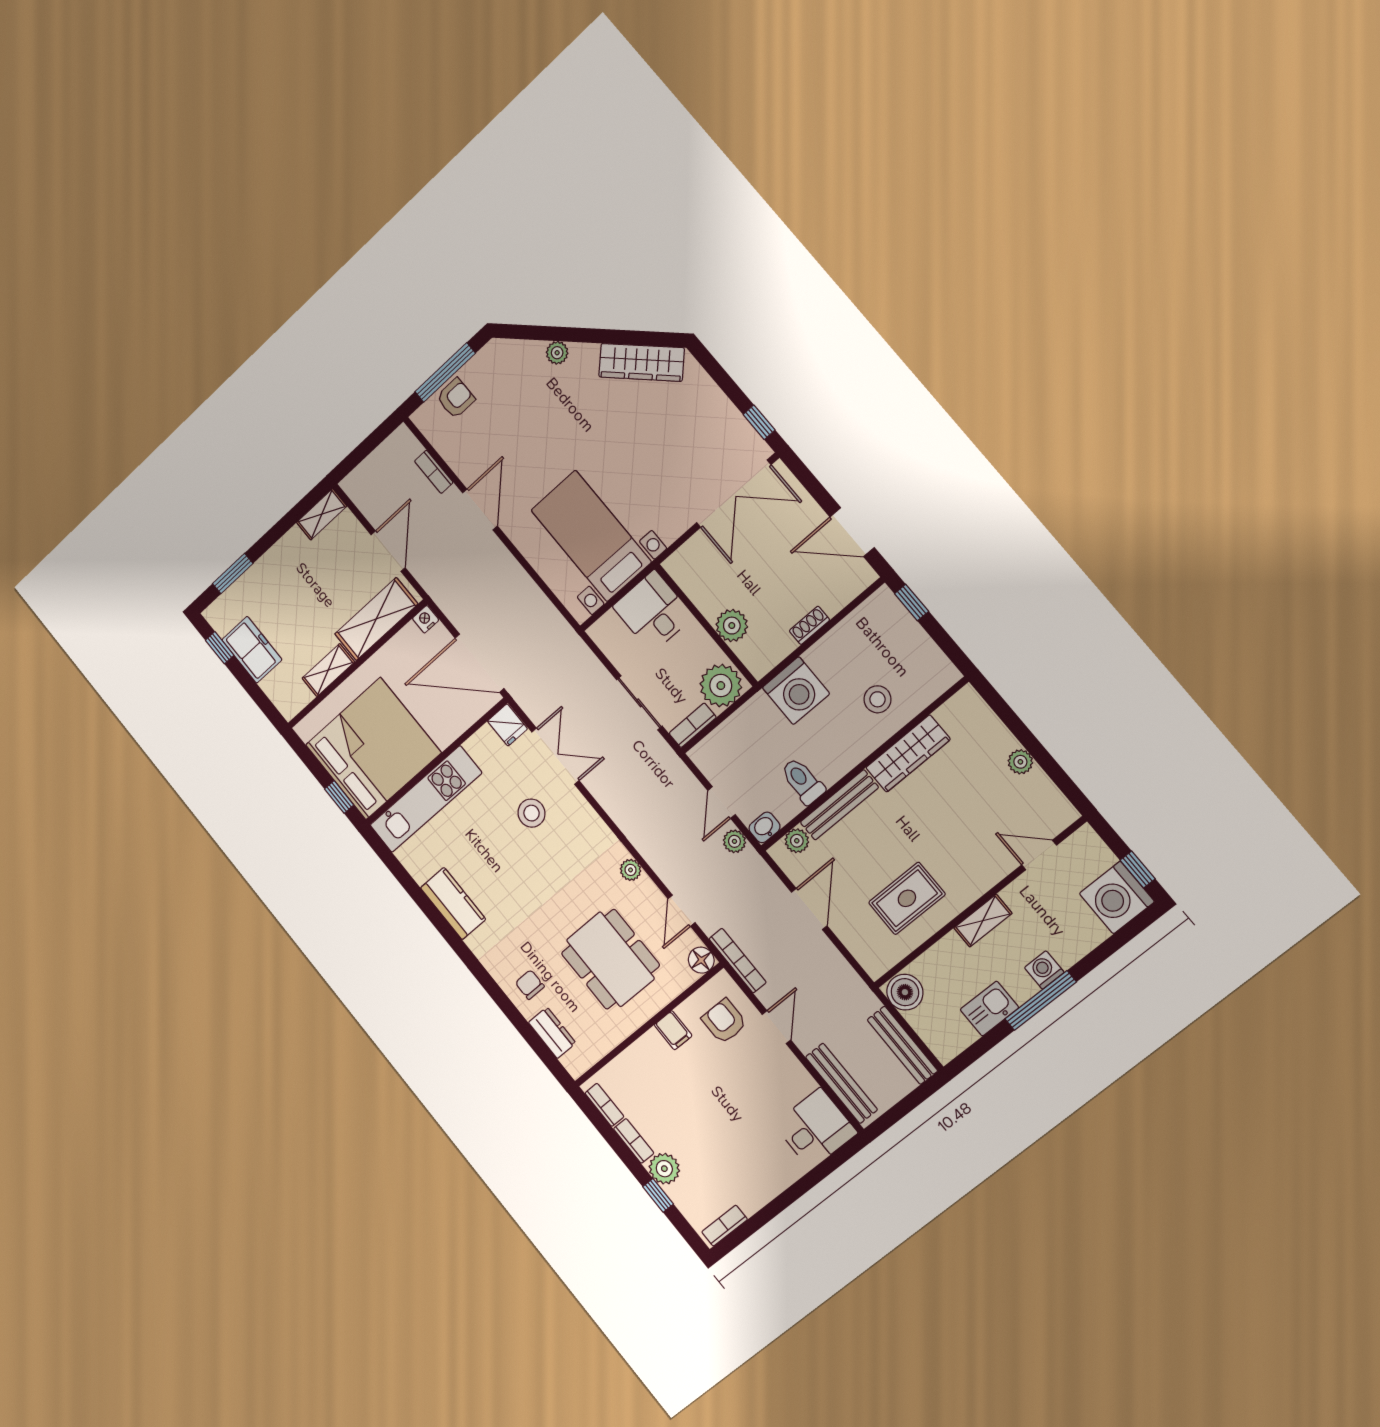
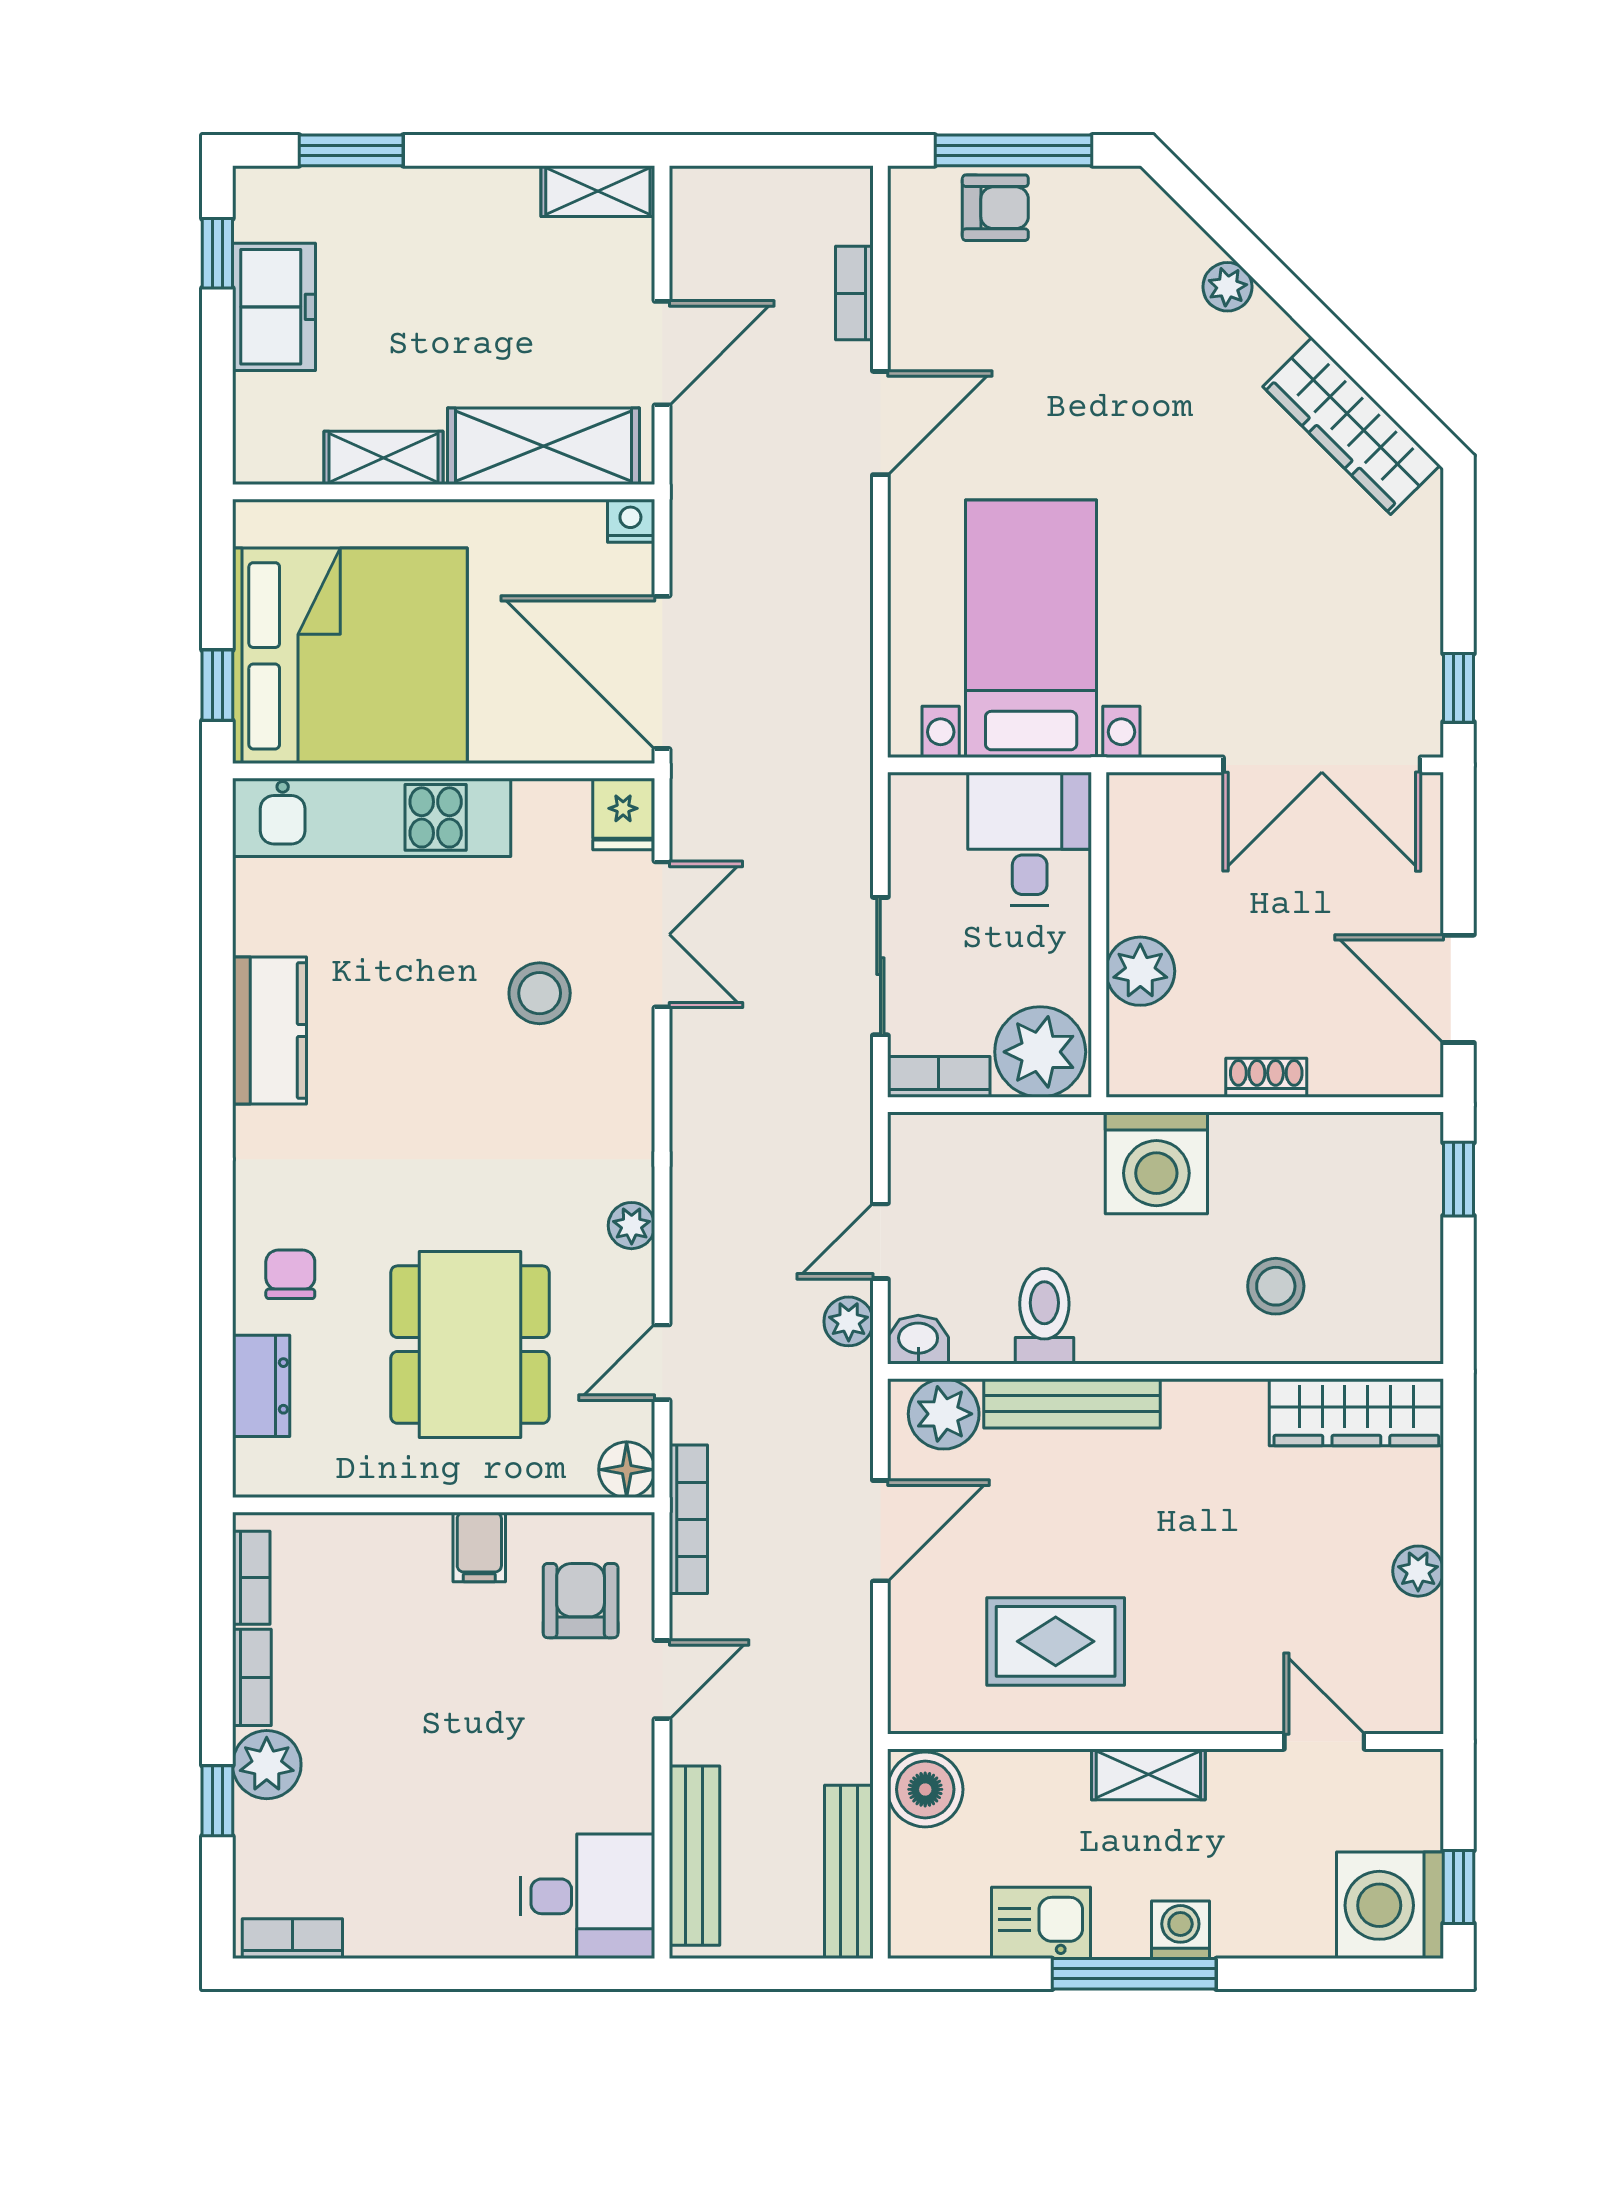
wardrobe: (908, 754) -> (1356, 1412), moved
plant: (797, 841) -> (944, 1414), width x1.38, depth x1.38

